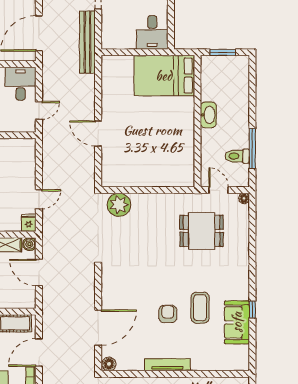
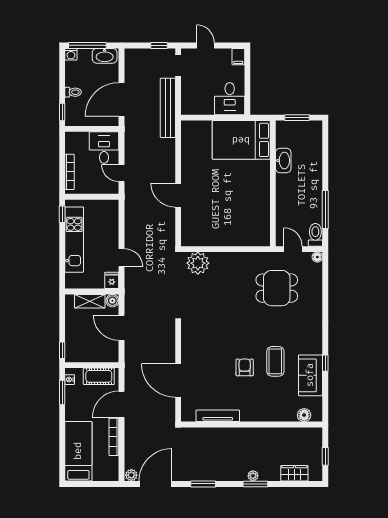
door: (39, 110) -> (122, 173), swing flipped
washbasin: (208, 115) -> (283, 161), moved
toilet: (237, 156) -> (315, 235), moved, turned 90
door: (39, 199) -> (122, 258), hinge flipped
door: (98, 328) -> (178, 380), swing flipped
floor lamp: (109, 364) -> (304, 415), moved
tv unit: (167, 365) -> (218, 416), moved

